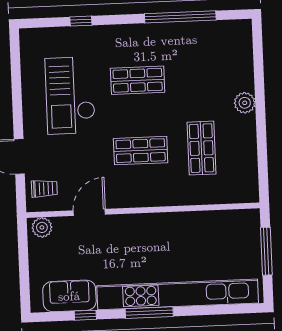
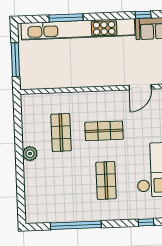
shop shelf: (138, 80) -> (106, 180), turned 90
plant: (245, 103) -> (30, 154), moved
window: (149, 313) -> (66, 18), moved

